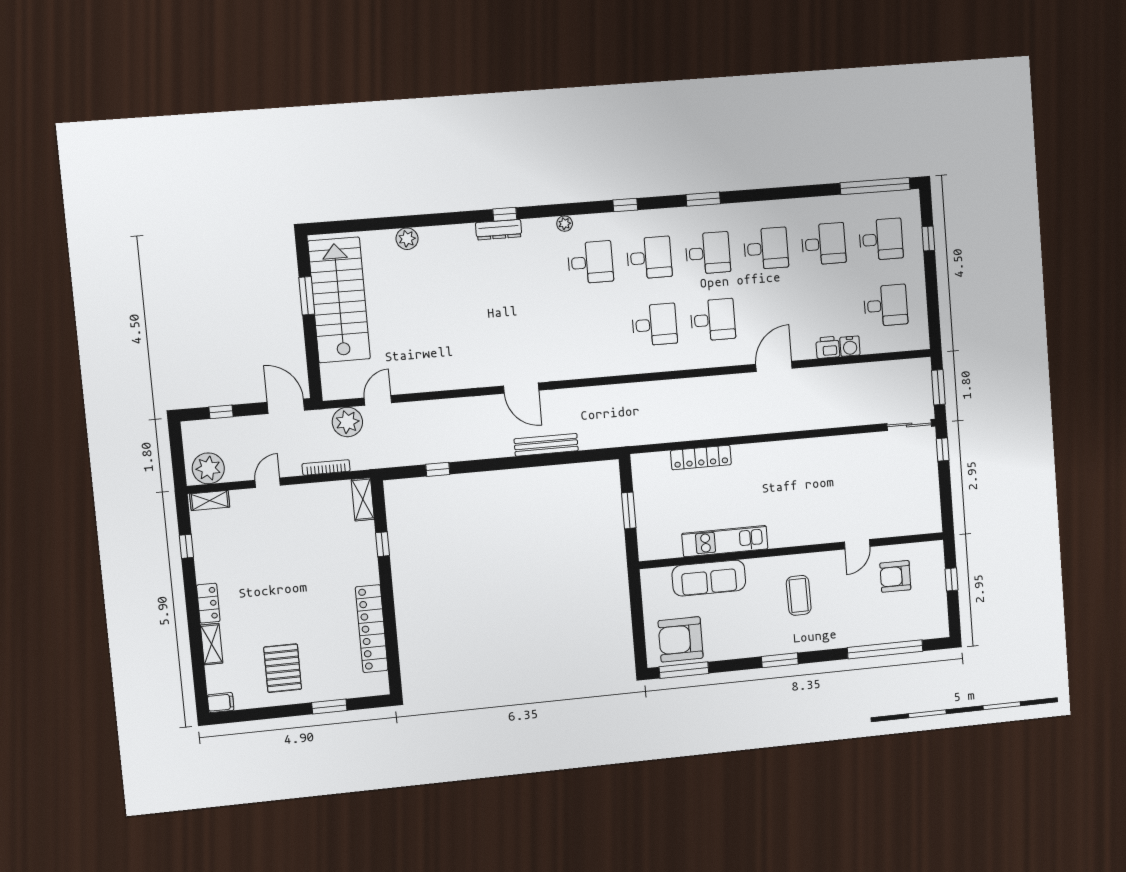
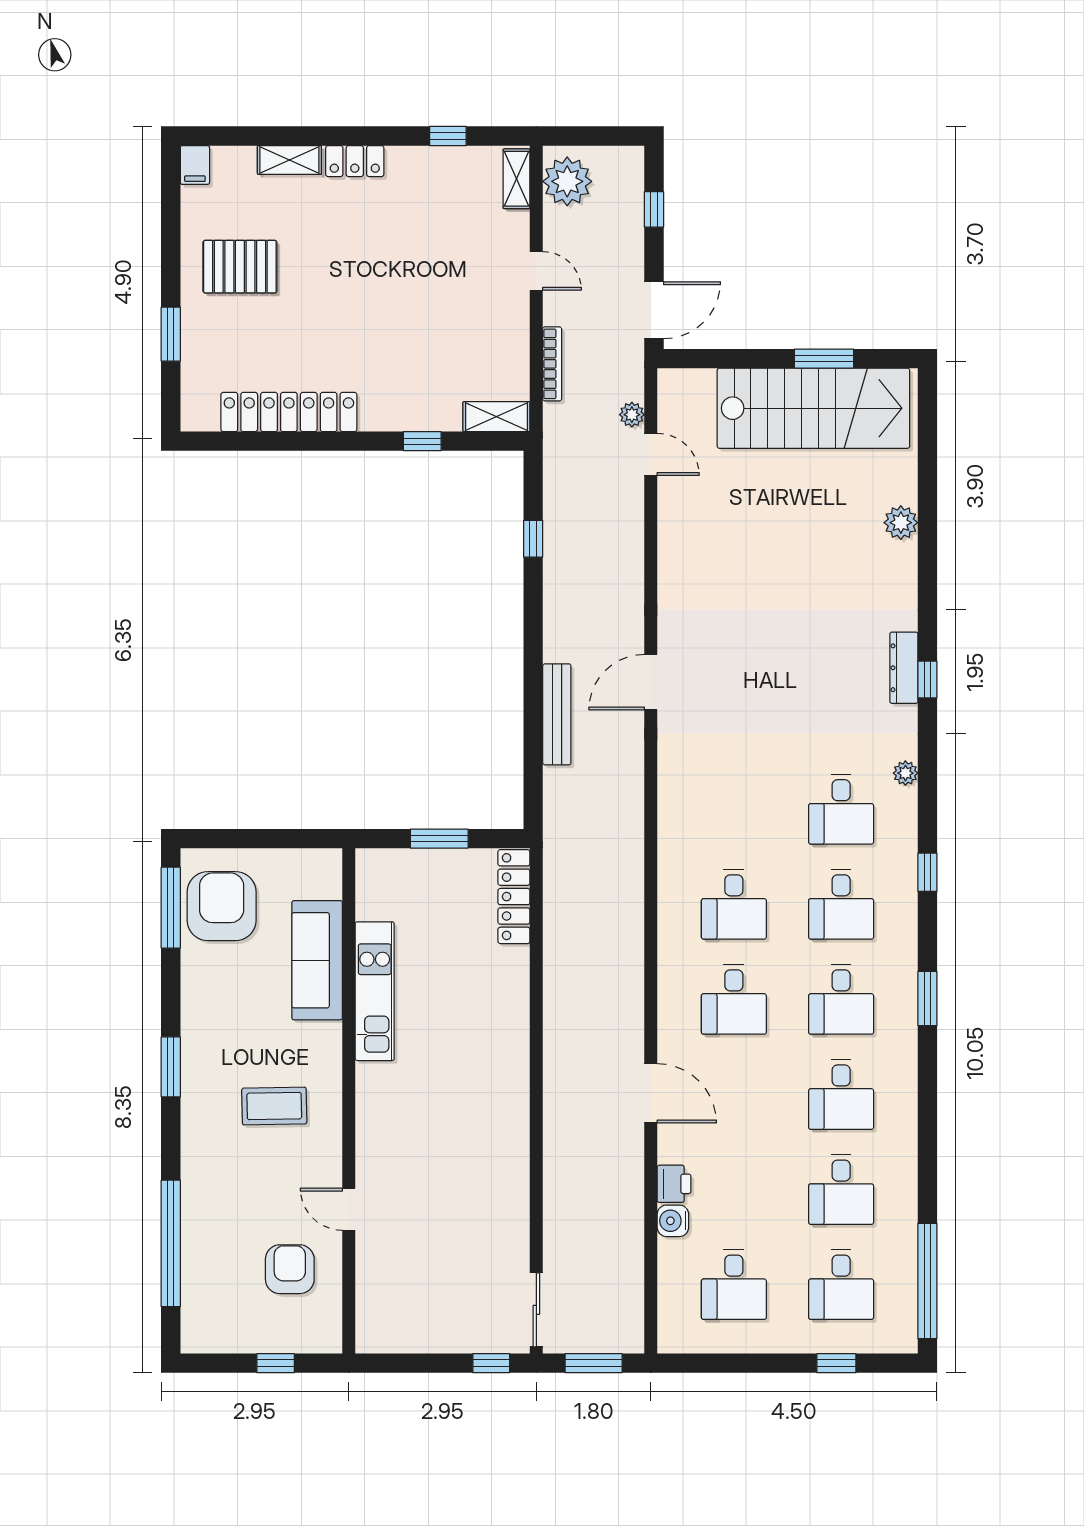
plant: (347, 422) -> (632, 415), width x0.53, depth x0.53
locker: (701, 458) -> (514, 897), moved

